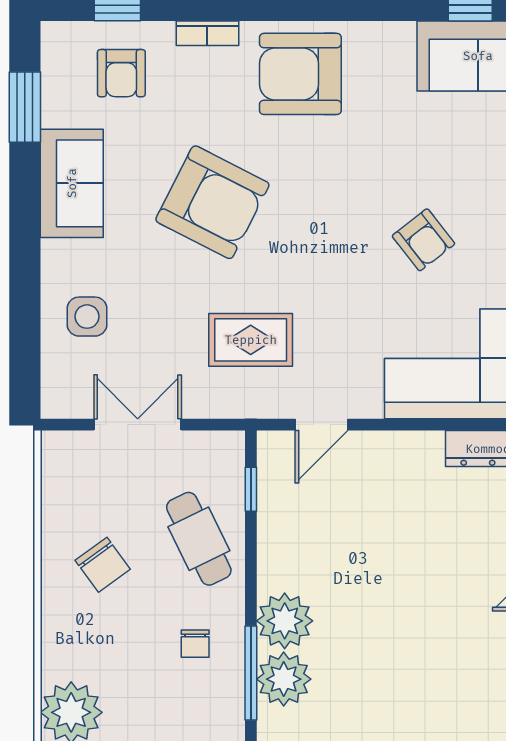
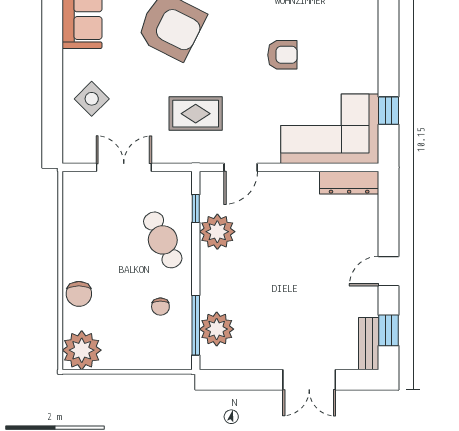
armchair: (423, 240) -> (282, 55), moved, turned -52
side table: (87, 317) -> (92, 99), turned 45
chair: (103, 565) -> (79, 294), moved, turned 36
plant: (285, 621) -> (217, 232), moved

